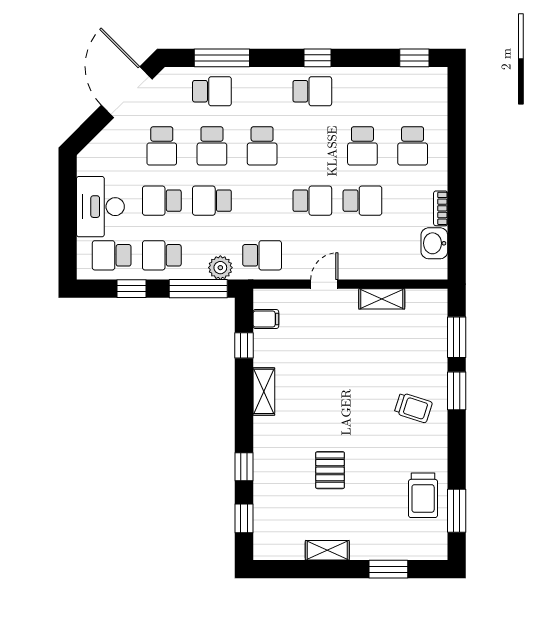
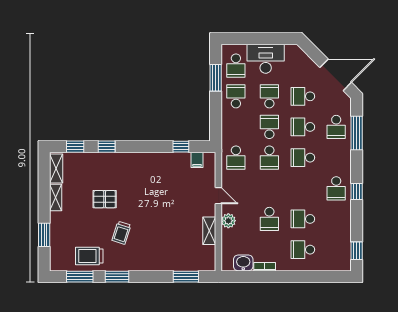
school desk: (312, 201) -> (269, 158), moved
school desk: (112, 255) -> (236, 66), turned 180
plant: (220, 268) -> (228, 221), moved
window: (131, 289) -> (216, 78), width x1.50
window: (198, 289) -> (216, 119), removed
shelving: (264, 391) -> (56, 168), moved, turned 90
window: (457, 391) -> (117, 277), moved
trolley: (413, 408) -> (121, 233), moved

